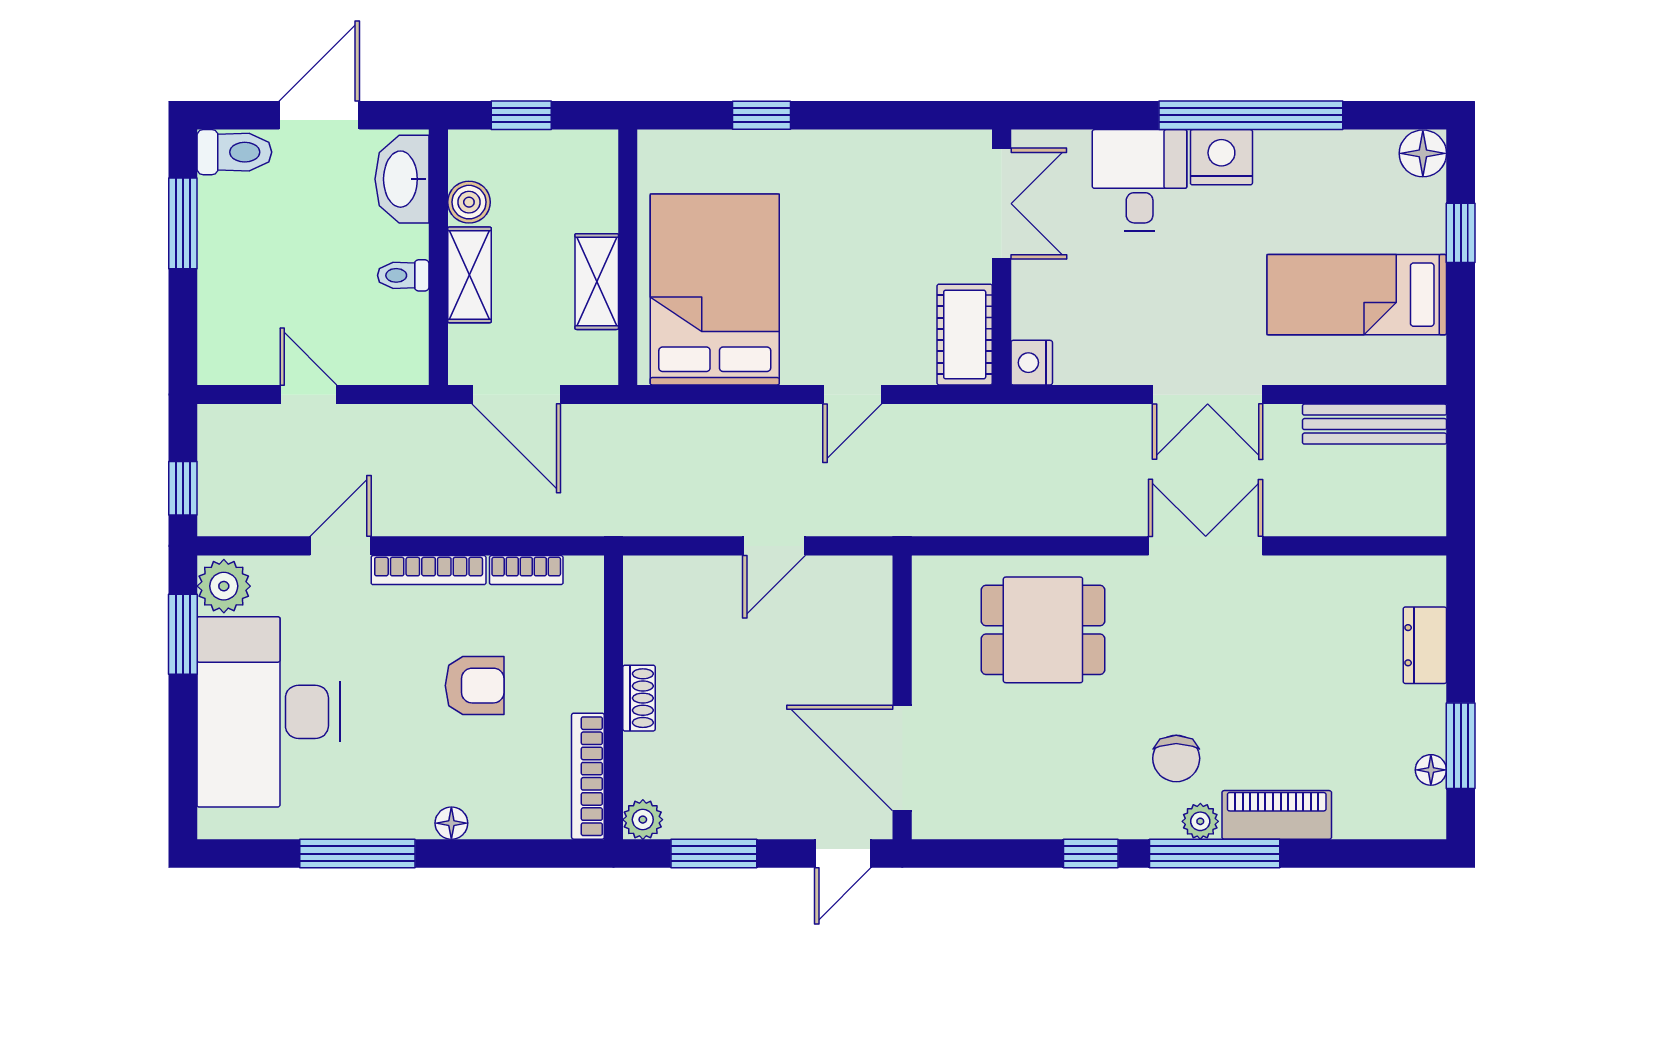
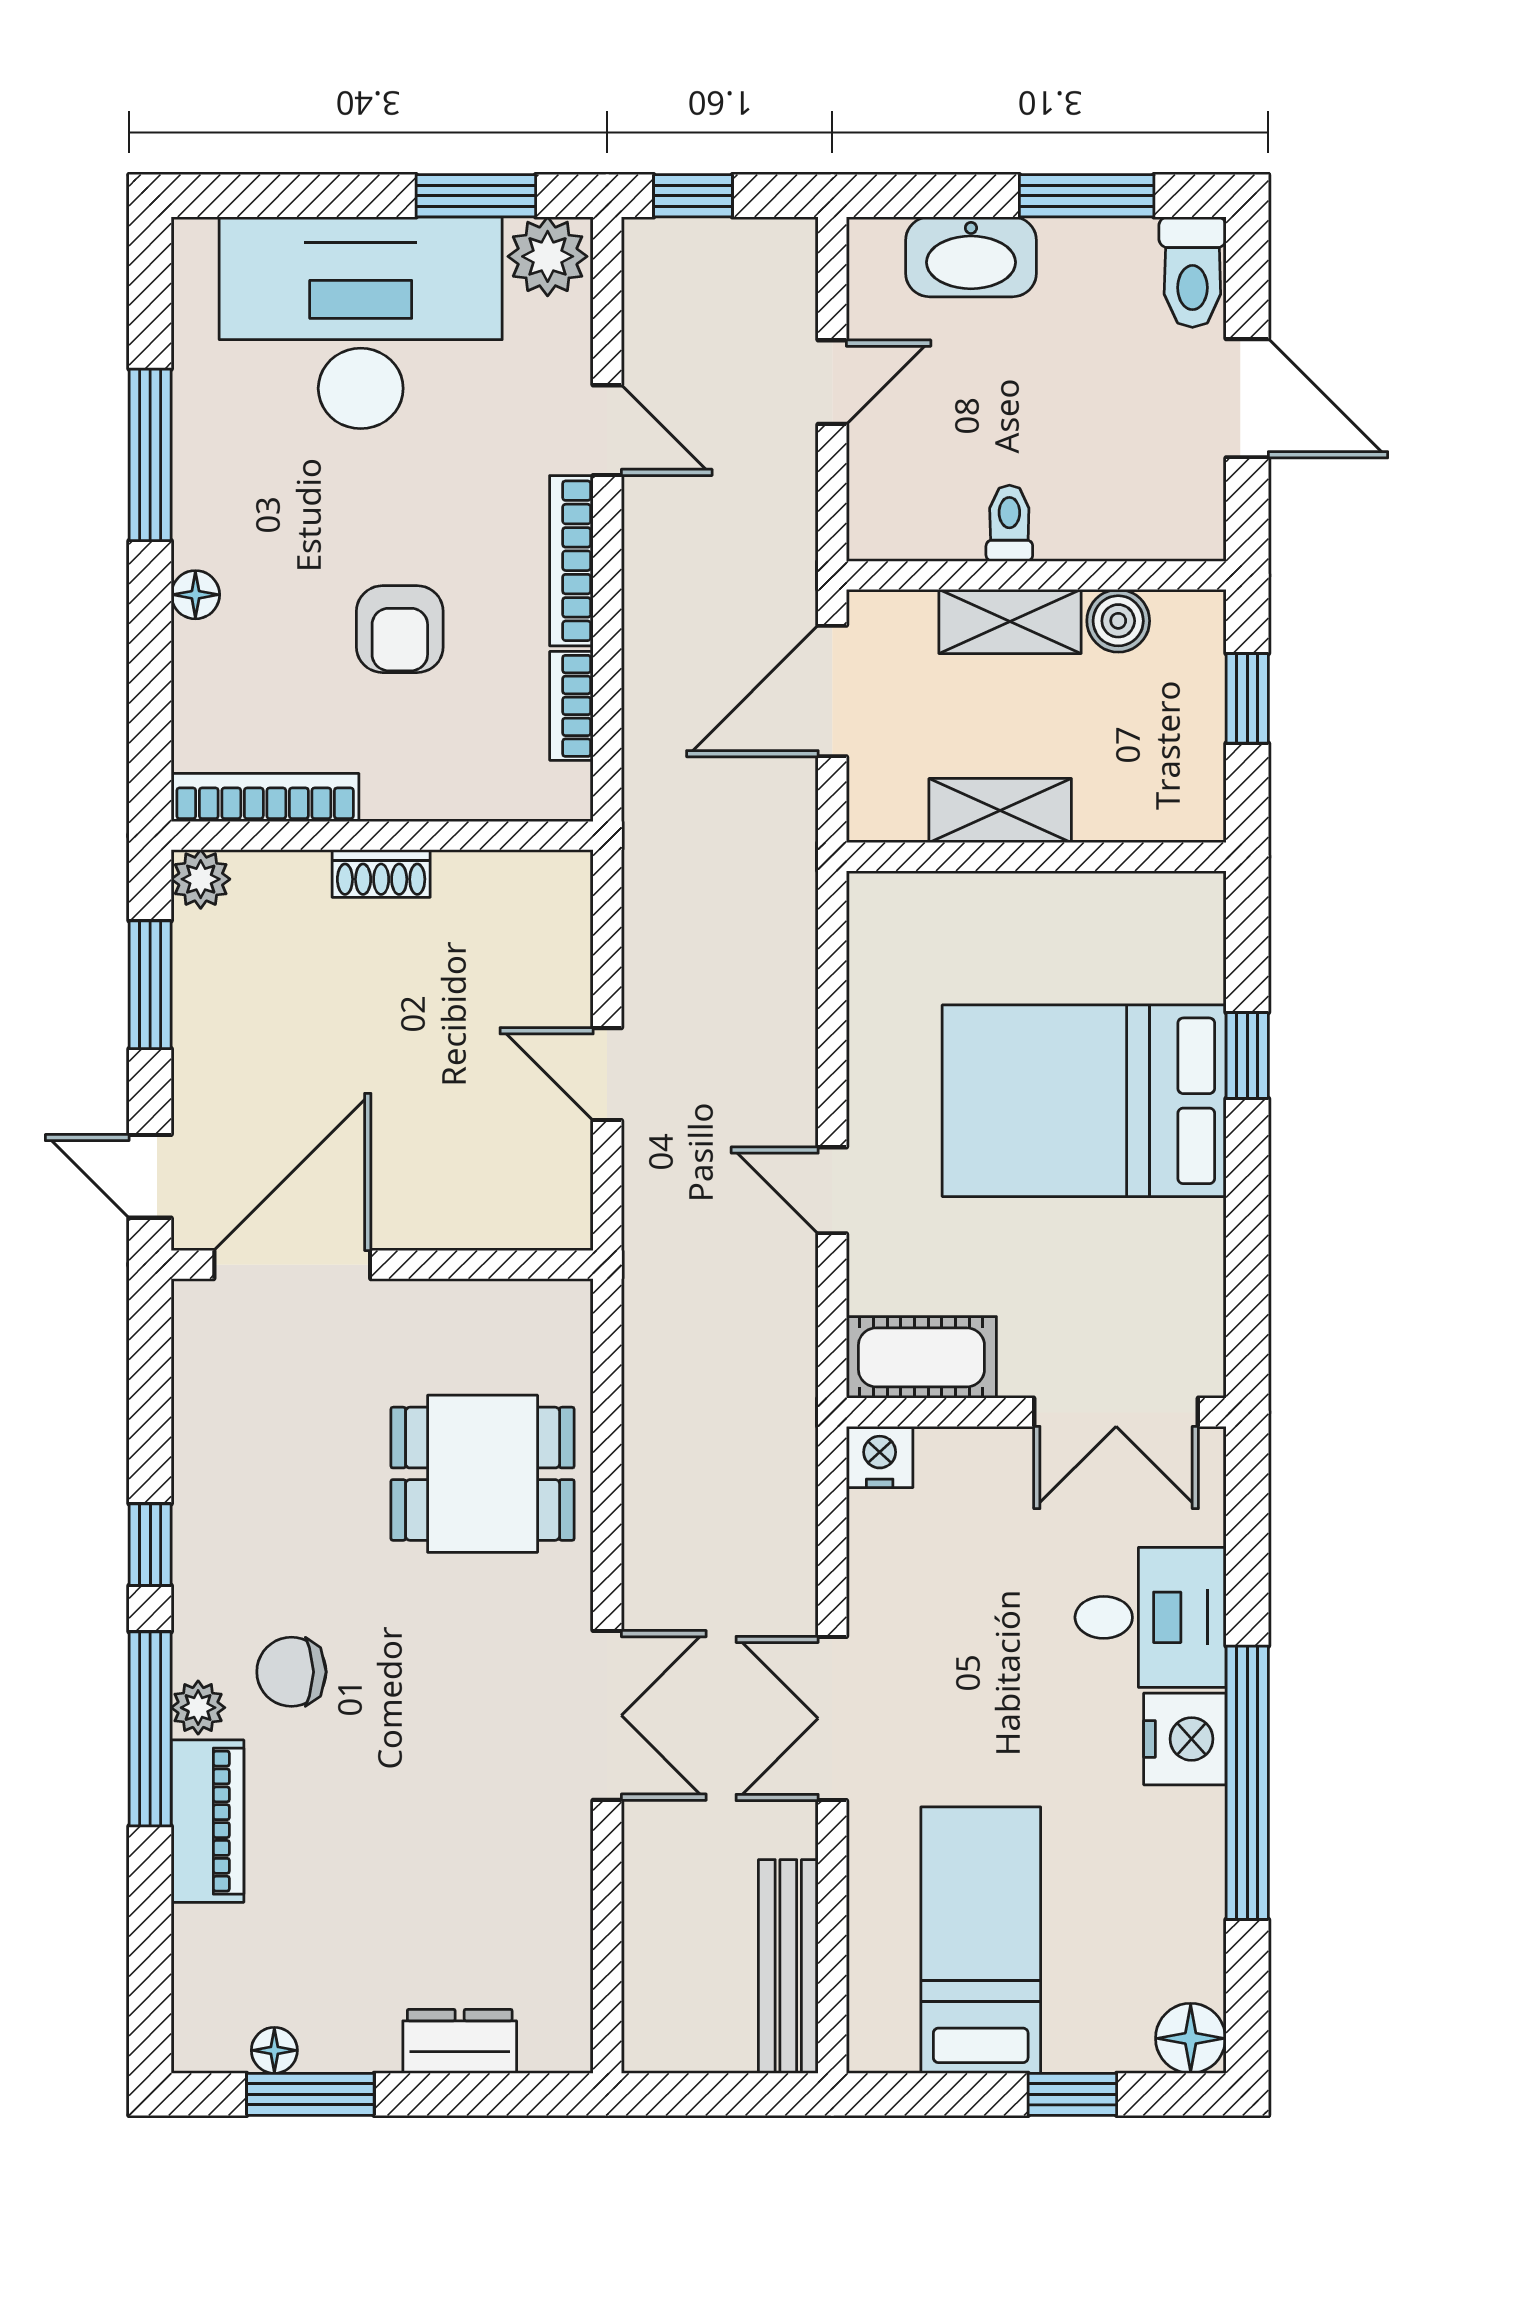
washbasin: (402, 179) -> (971, 257), moved, turned 180
bed: (715, 290) -> (1084, 1101), moved, turned 180
dining table: (1043, 630) -> (483, 1474), turned 90

